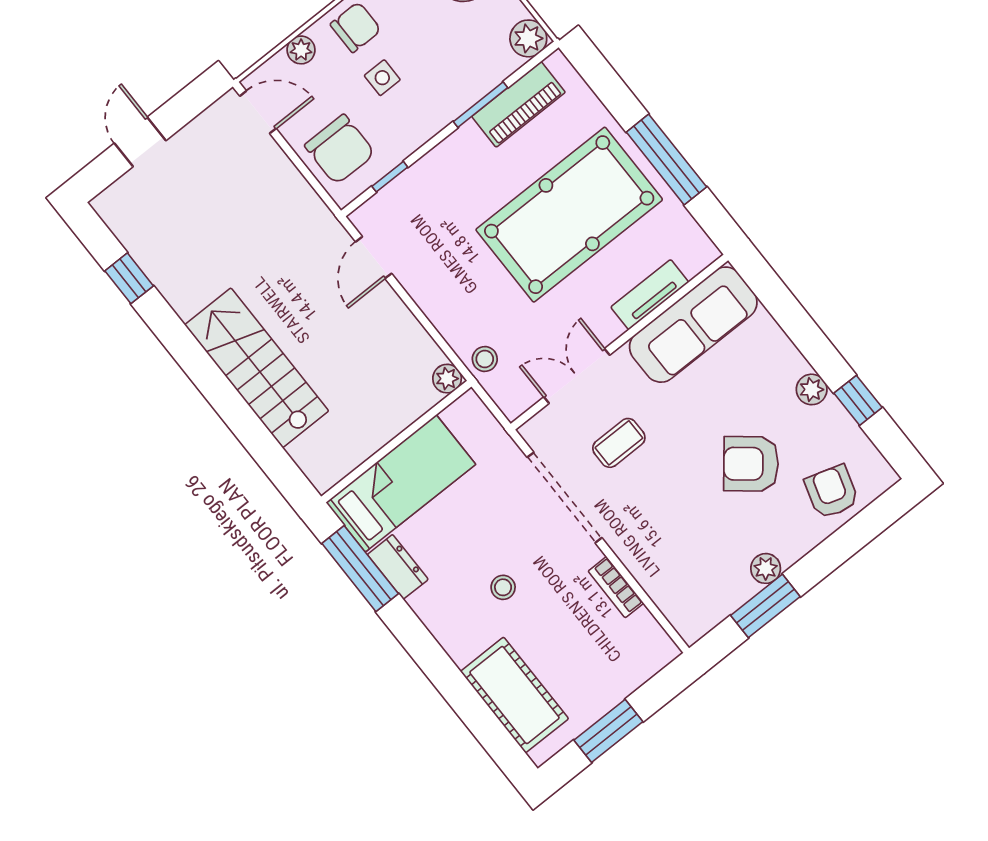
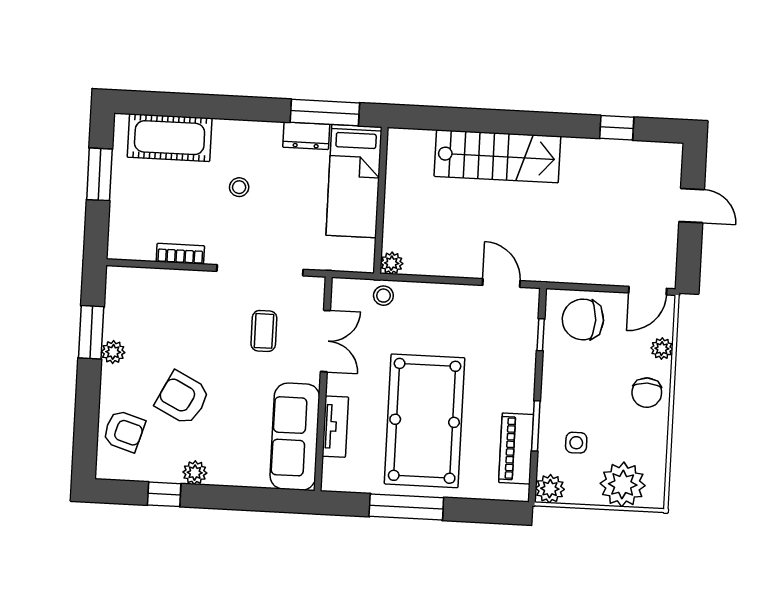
side table: (382, 78) -> (576, 443), moved
armchair: (751, 464) -> (183, 398), turned -102

